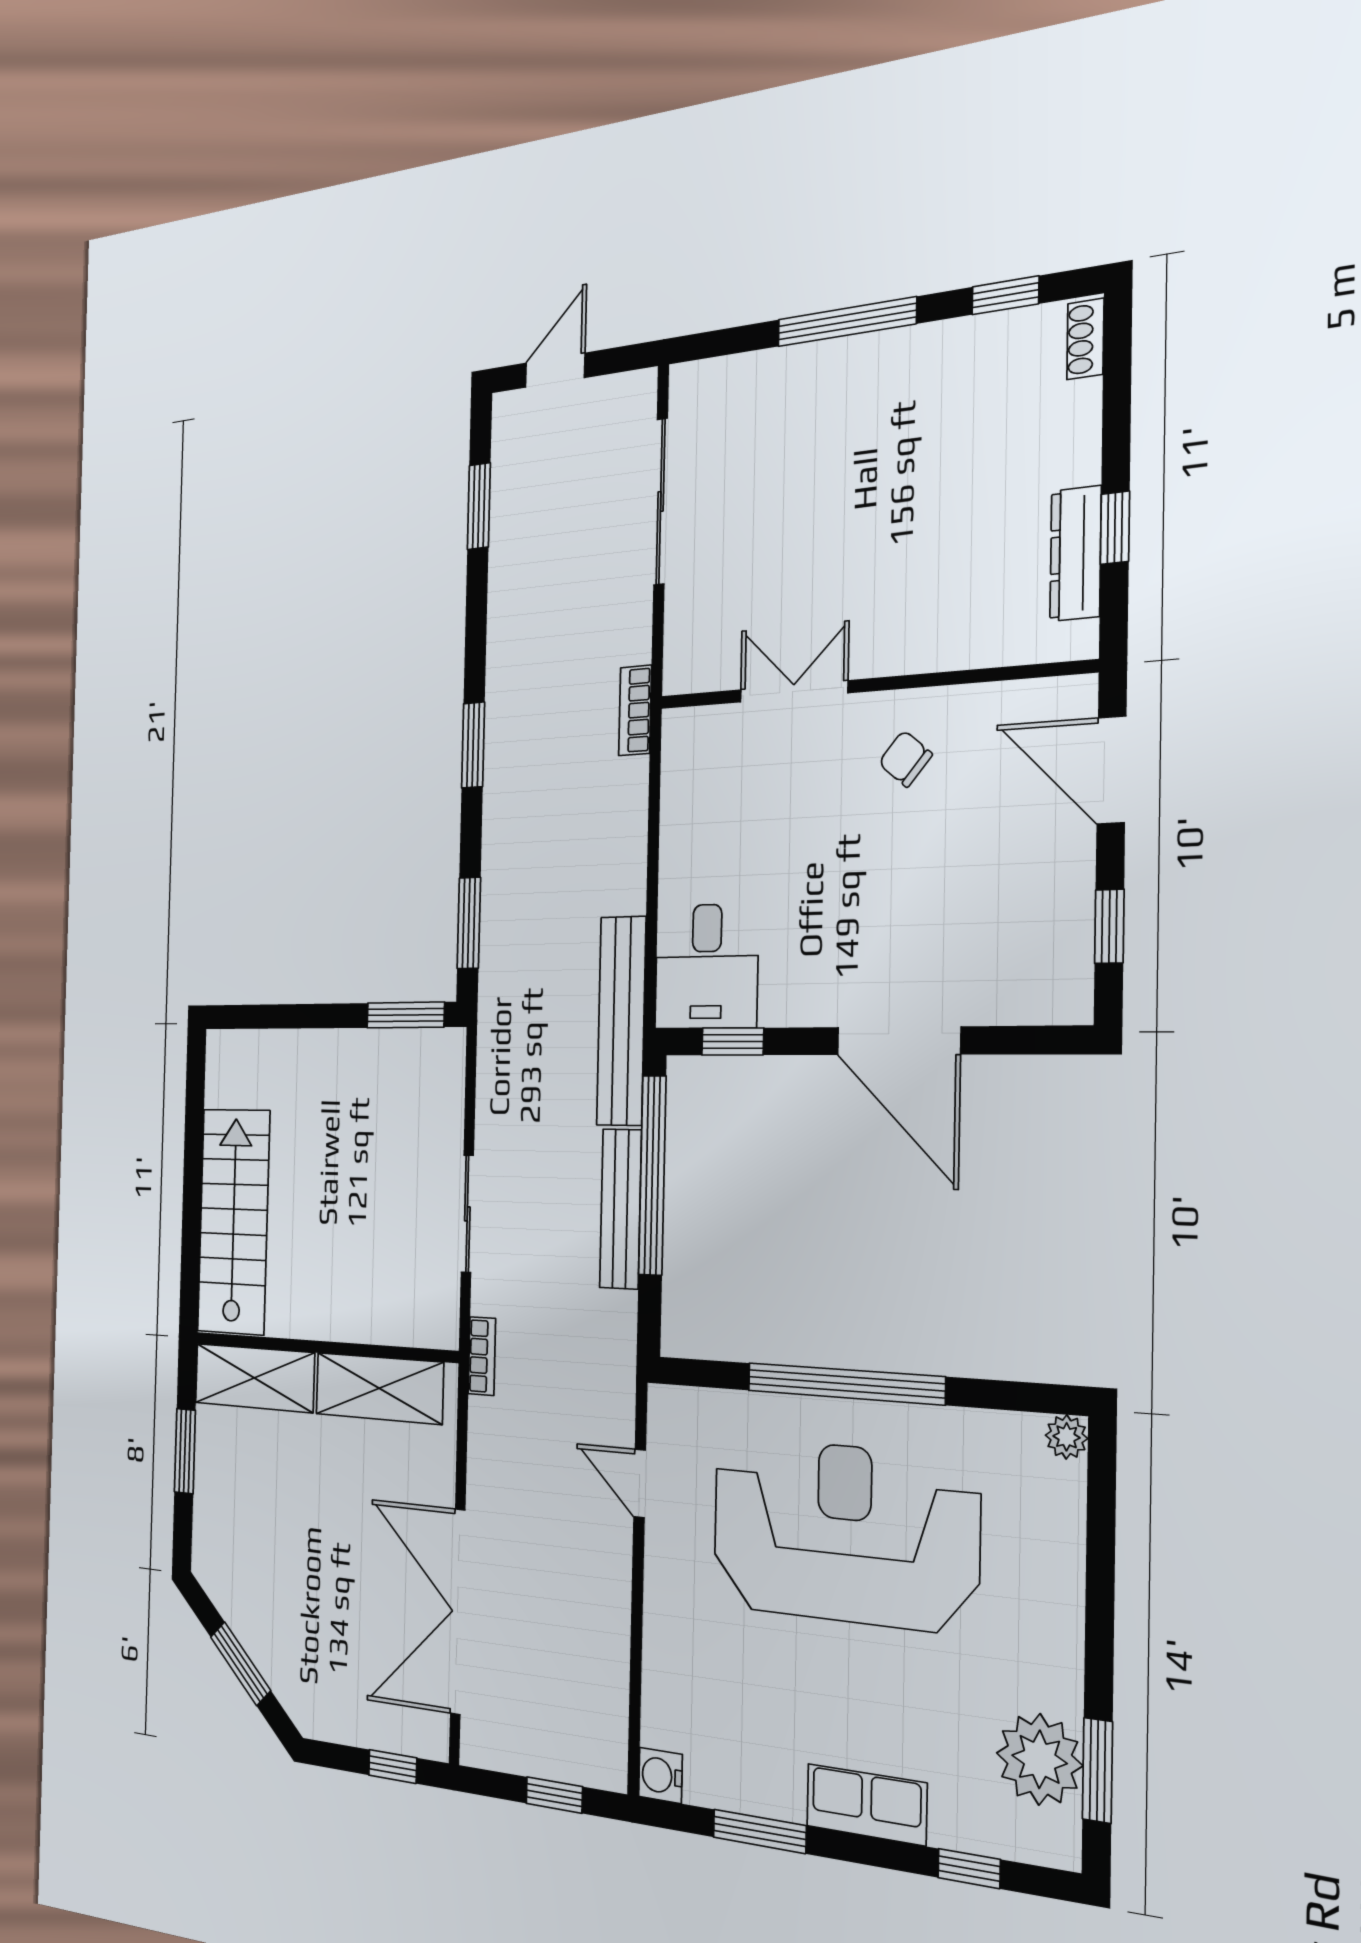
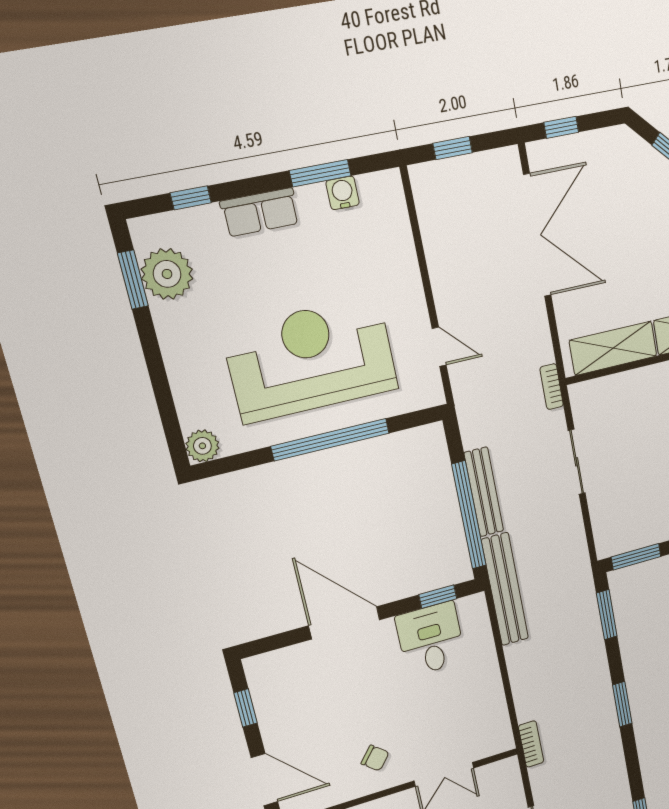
desk: (706, 966) -> (431, 639), moved
plant: (1067, 1437) -> (202, 446), width x1.38, depth x1.38
reception desk: (844, 1533) -> (311, 359), turned 180
water cooler: (660, 1775) -> (343, 193), moved, turned -90

